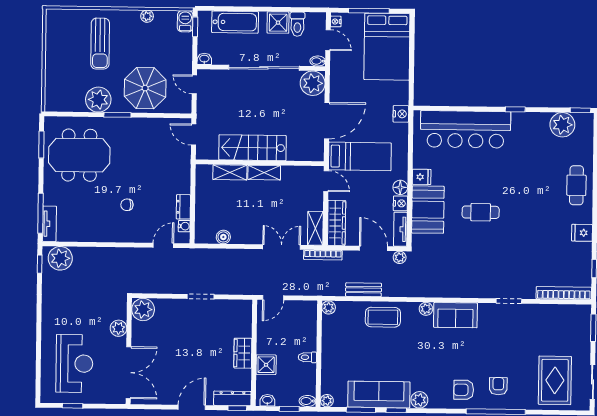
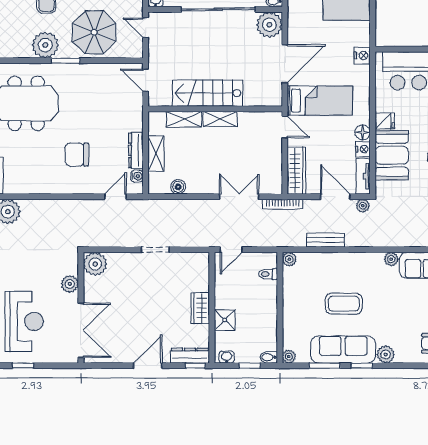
chair: (127, 205) -> (77, 155), width x1.87, depth x1.87
dresser: (183, 207) -> (136, 150), width x1.44
shelving: (315, 228) -> (156, 154), moved
coffee table: (383, 317) -> (344, 304), moved
toilet: (307, 357) -> (268, 274), moved

